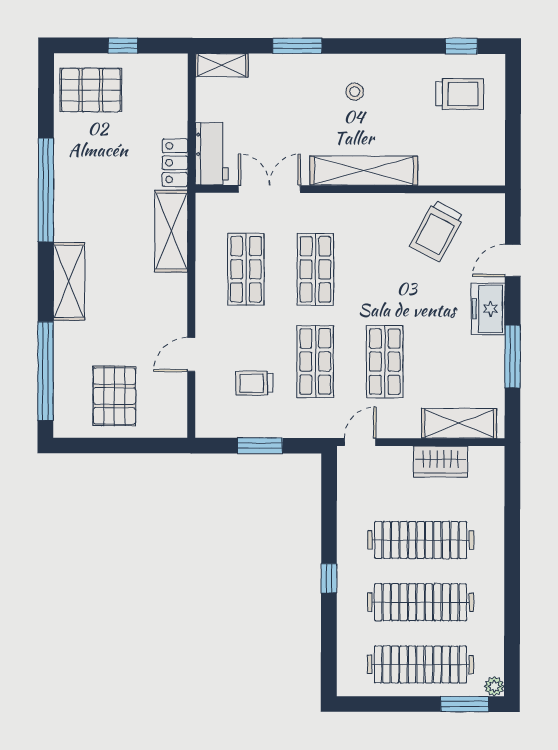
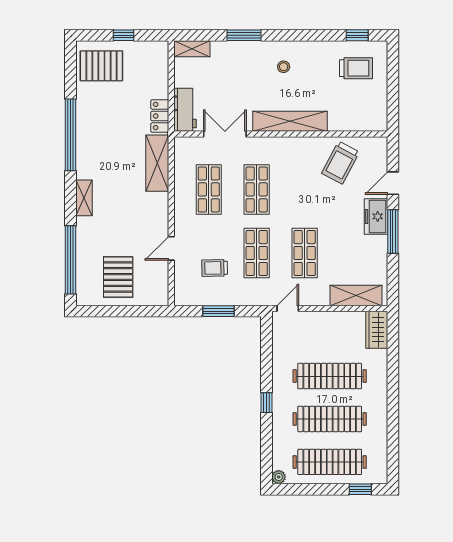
shelving: (69, 281) -> (84, 198), width x0.67, depth x0.75
window: (513, 356) -> (393, 231), moved
wardrobe: (440, 462) -> (377, 330), moved, turned 90
plant: (494, 686) -> (279, 477), moved
window: (465, 704) -> (360, 489), width x0.67

